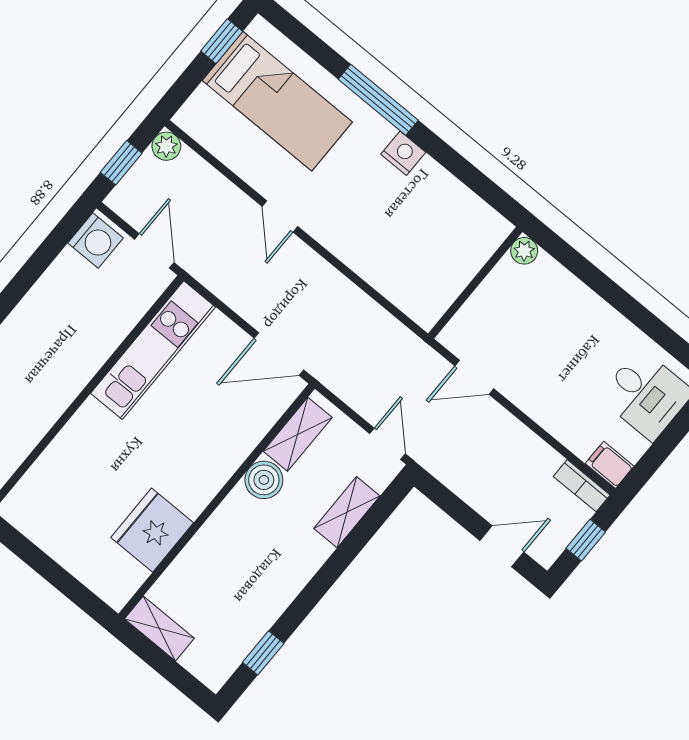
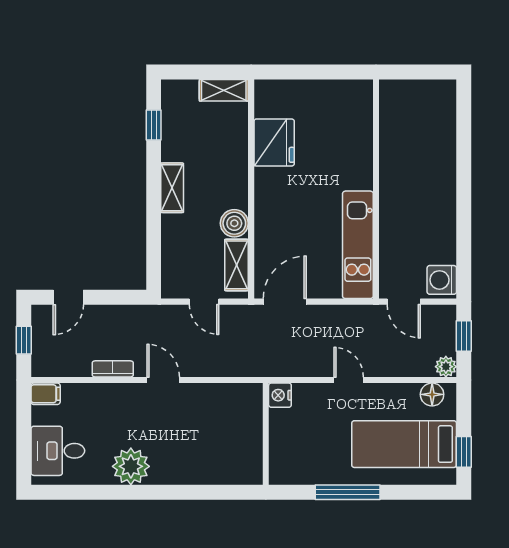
floor lamp: (205, 129) -> (432, 394), added
nightstand: (403, 153) -> (280, 395), moved, turned 90
plant: (524, 251) -> (131, 466), moved, width x1.88, depth x1.88
wall: (475, 283) -> (266, 434), moved
door: (474, 377) -> (163, 380), hinge flipped
door: (387, 444) -> (204, 302), moved
bookcase: (582, 486) -> (113, 369), moved
shelving: (347, 512) -> (172, 188), moved

